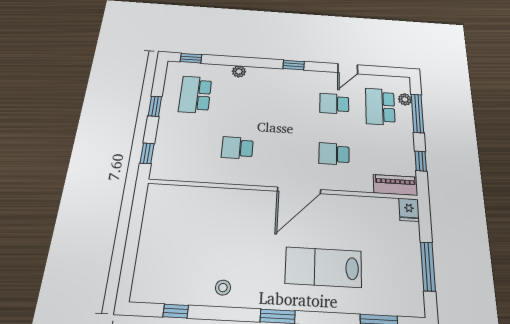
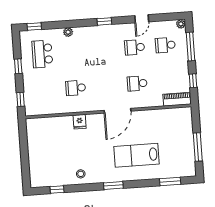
plant: (405, 99) -> (181, 24), moved
school desk: (380, 107) -> (165, 45), width x0.54
fridge: (409, 210) -> (80, 122), moved

